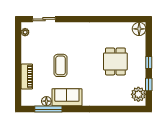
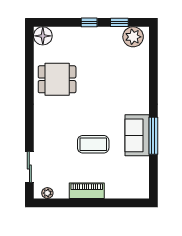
dining table: (115, 61) -> (57, 79), moved
piano: (27, 76) -> (87, 191), moved
floor lamp: (46, 101) -> (143, 164), removed
window: (48, 109) -> (153, 136), moved

